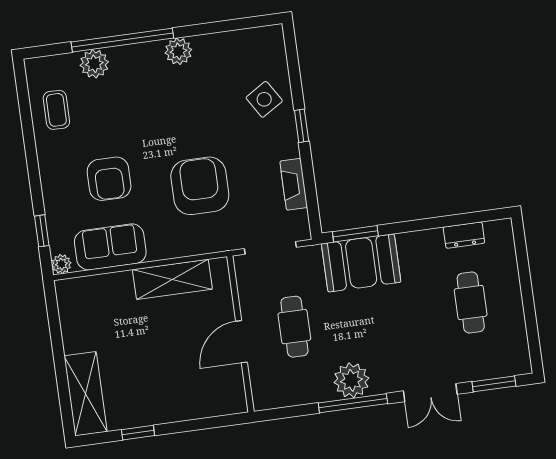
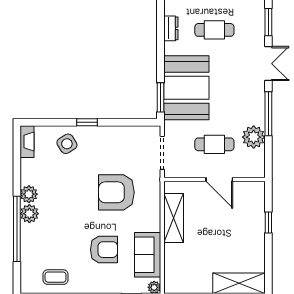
plant: (94, 64) -> (29, 214), moved
fireplace: (294, 184) -> (27, 142), moved, turned -90
booth: (361, 263) -> (186, 88), width x1.36, depth x1.42
plant: (351, 380) -> (254, 137), moved
window: (138, 433) -> (268, 222), moved

